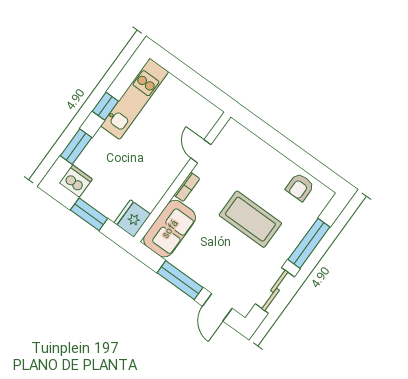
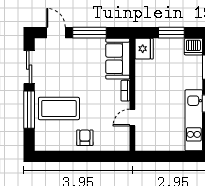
door: (201, 151) -> (132, 118), swing flipped
armchair: (300, 187) -> (85, 138), moved
coffee table: (250, 219) -> (59, 109), moved

